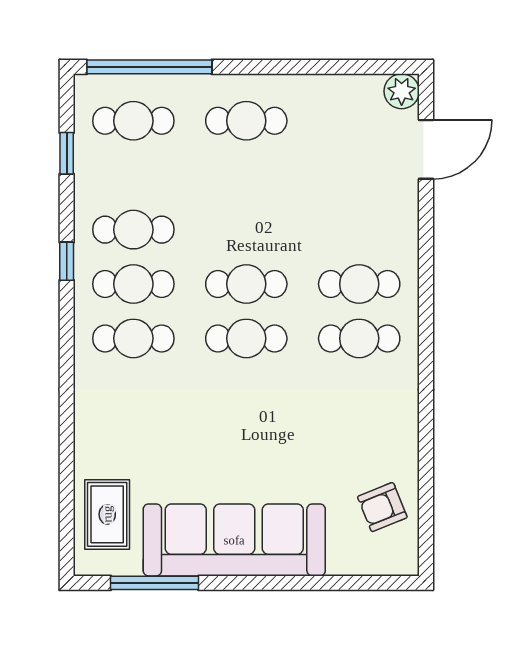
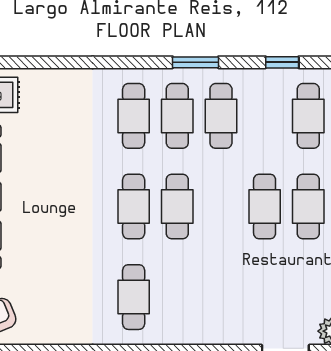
window: (67, 261) -> (196, 62), width x1.50
cafe table: (359, 284) -> (265, 206), moved

